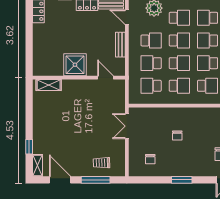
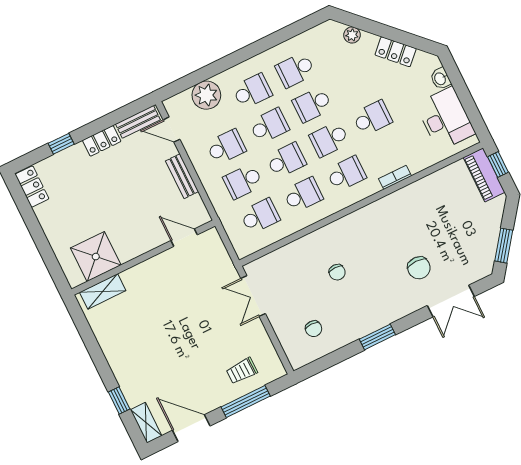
shower: (75, 65) -> (96, 257), moved
school desk: (151, 86) -> (260, 216), turned 180

